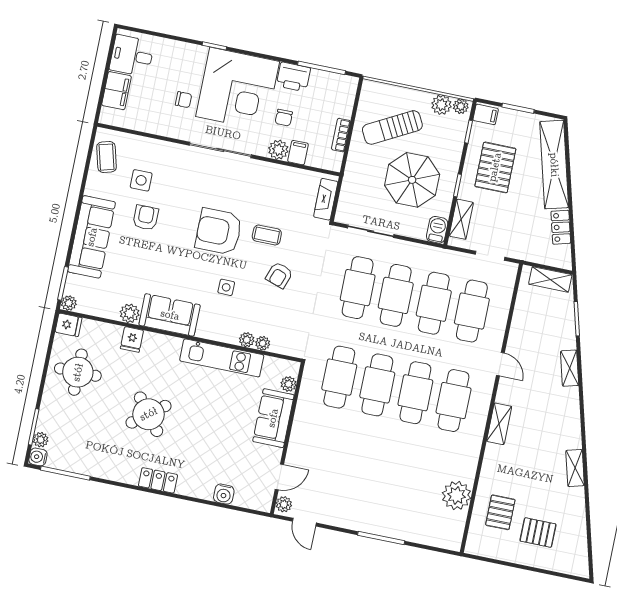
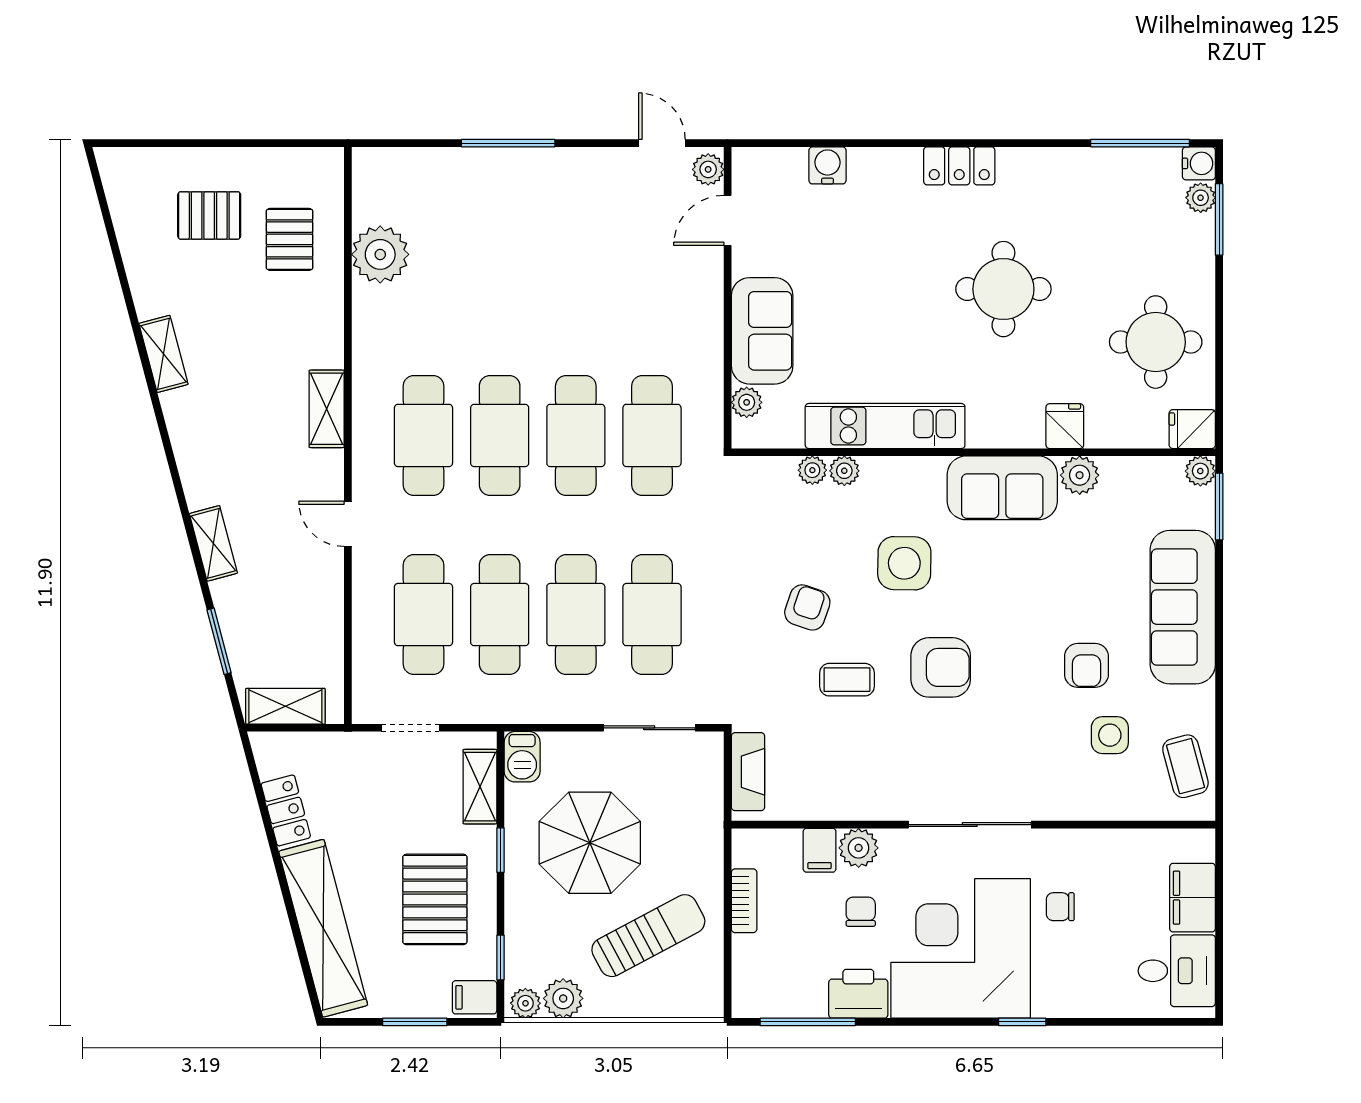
armchair: (219, 232) -> (941, 667), width x0.73, depth x0.73
side table: (226, 287) -> (904, 563), width x1.87, depth x1.87
round table: (149, 414) -> (1003, 289), turned 38

